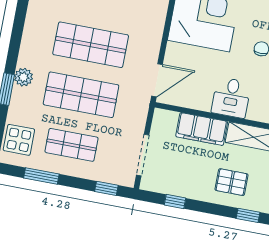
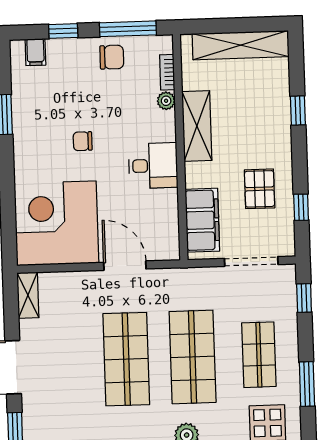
door: (157, 80) -> (125, 266), moved
filing cabinet: (202, 129) -> (202, 220), moved
pallet: (231, 182) -> (260, 189), moved

